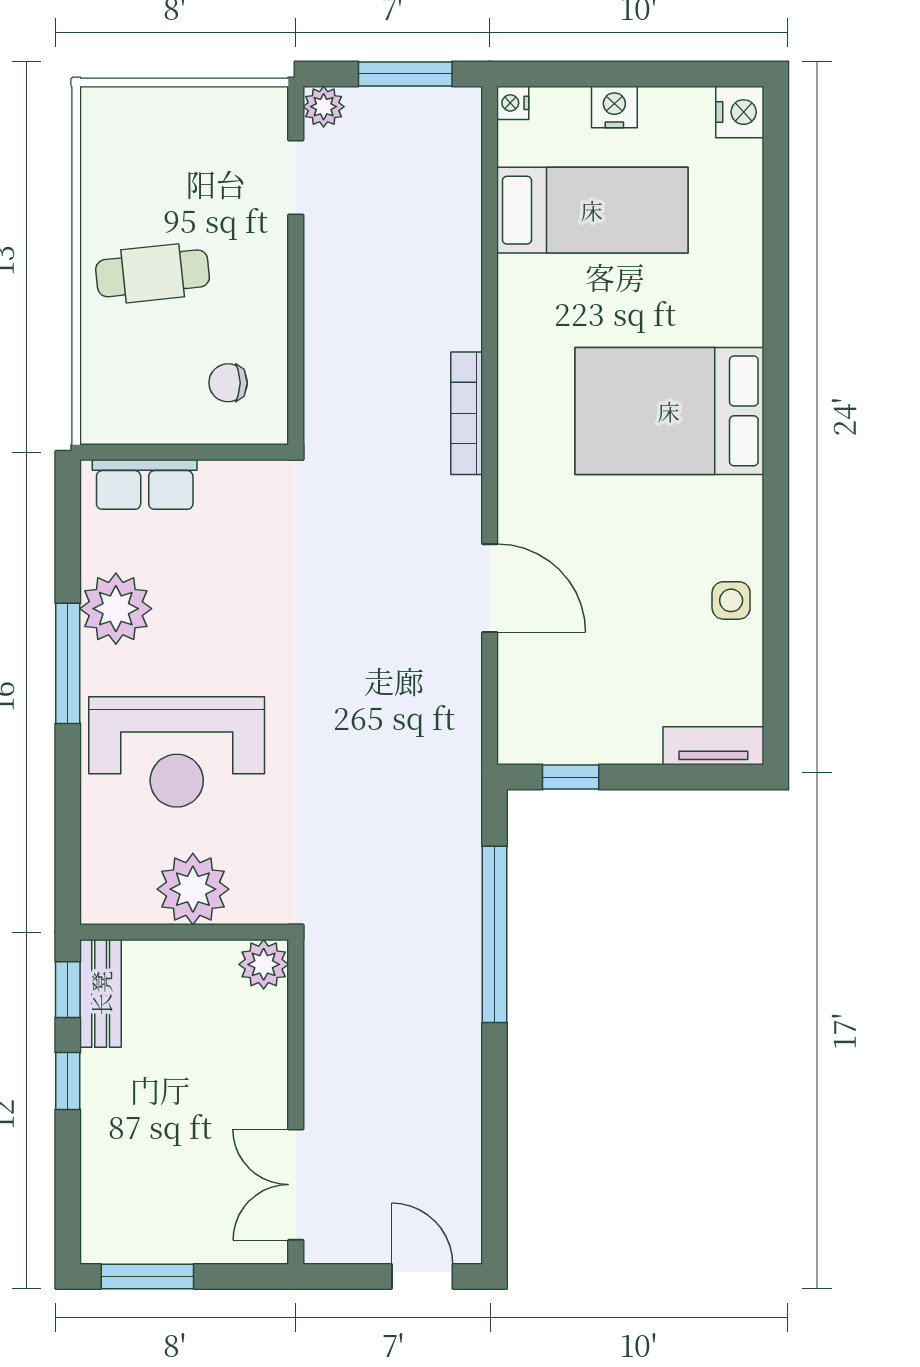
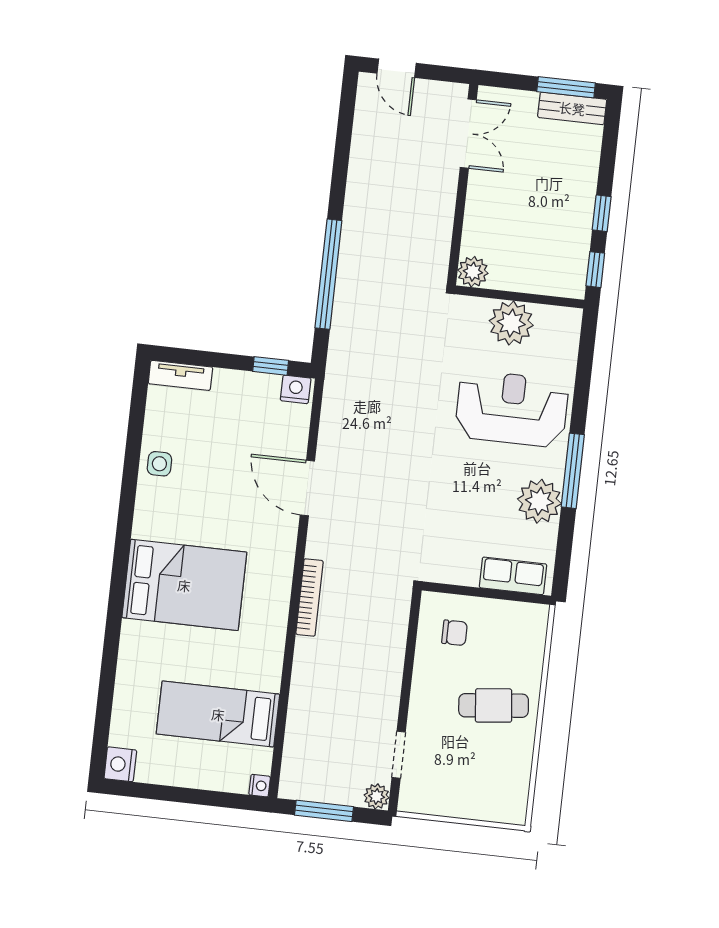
nightstand: (614, 107) -> (296, 389), moved, turned 180
bench: (101, 993) -> (572, 108), moved, turned 90

